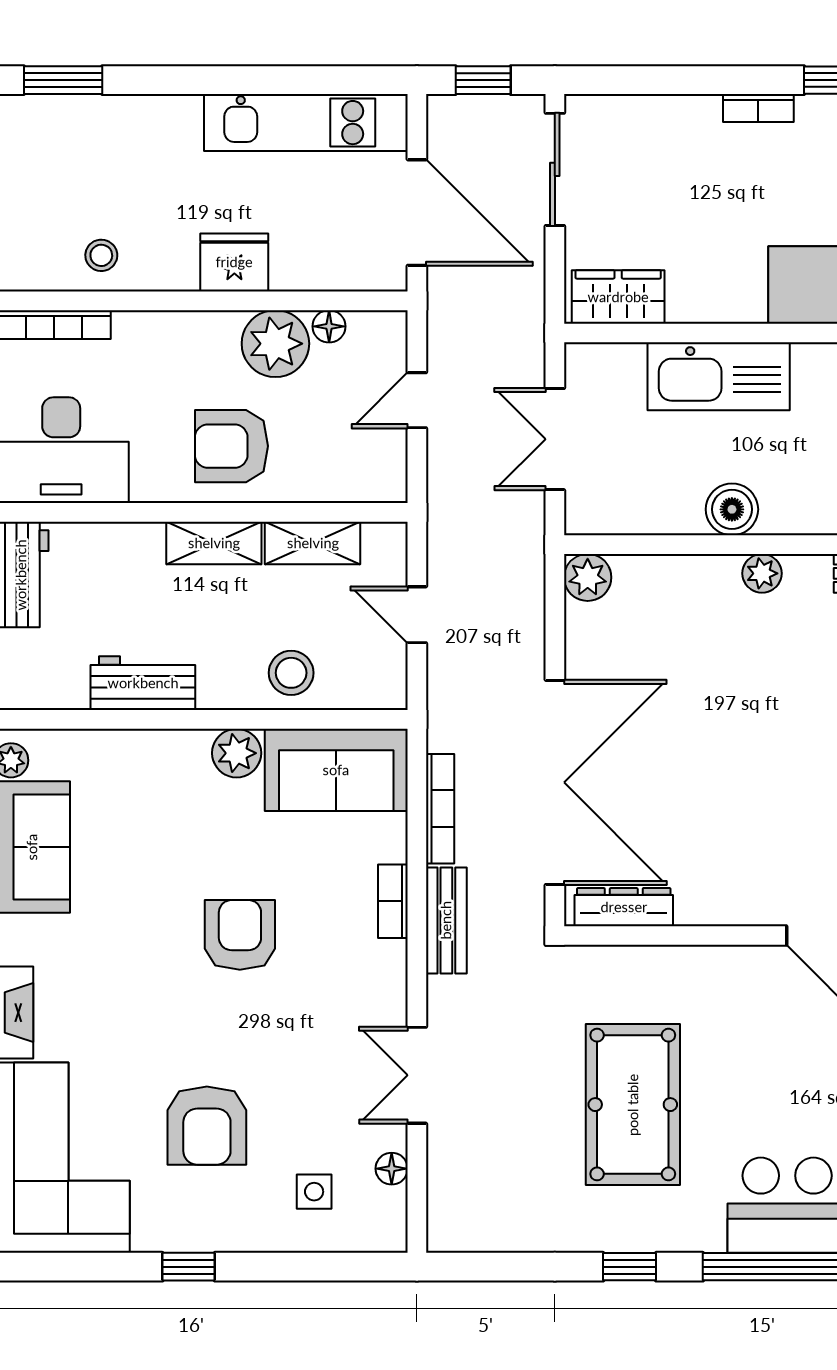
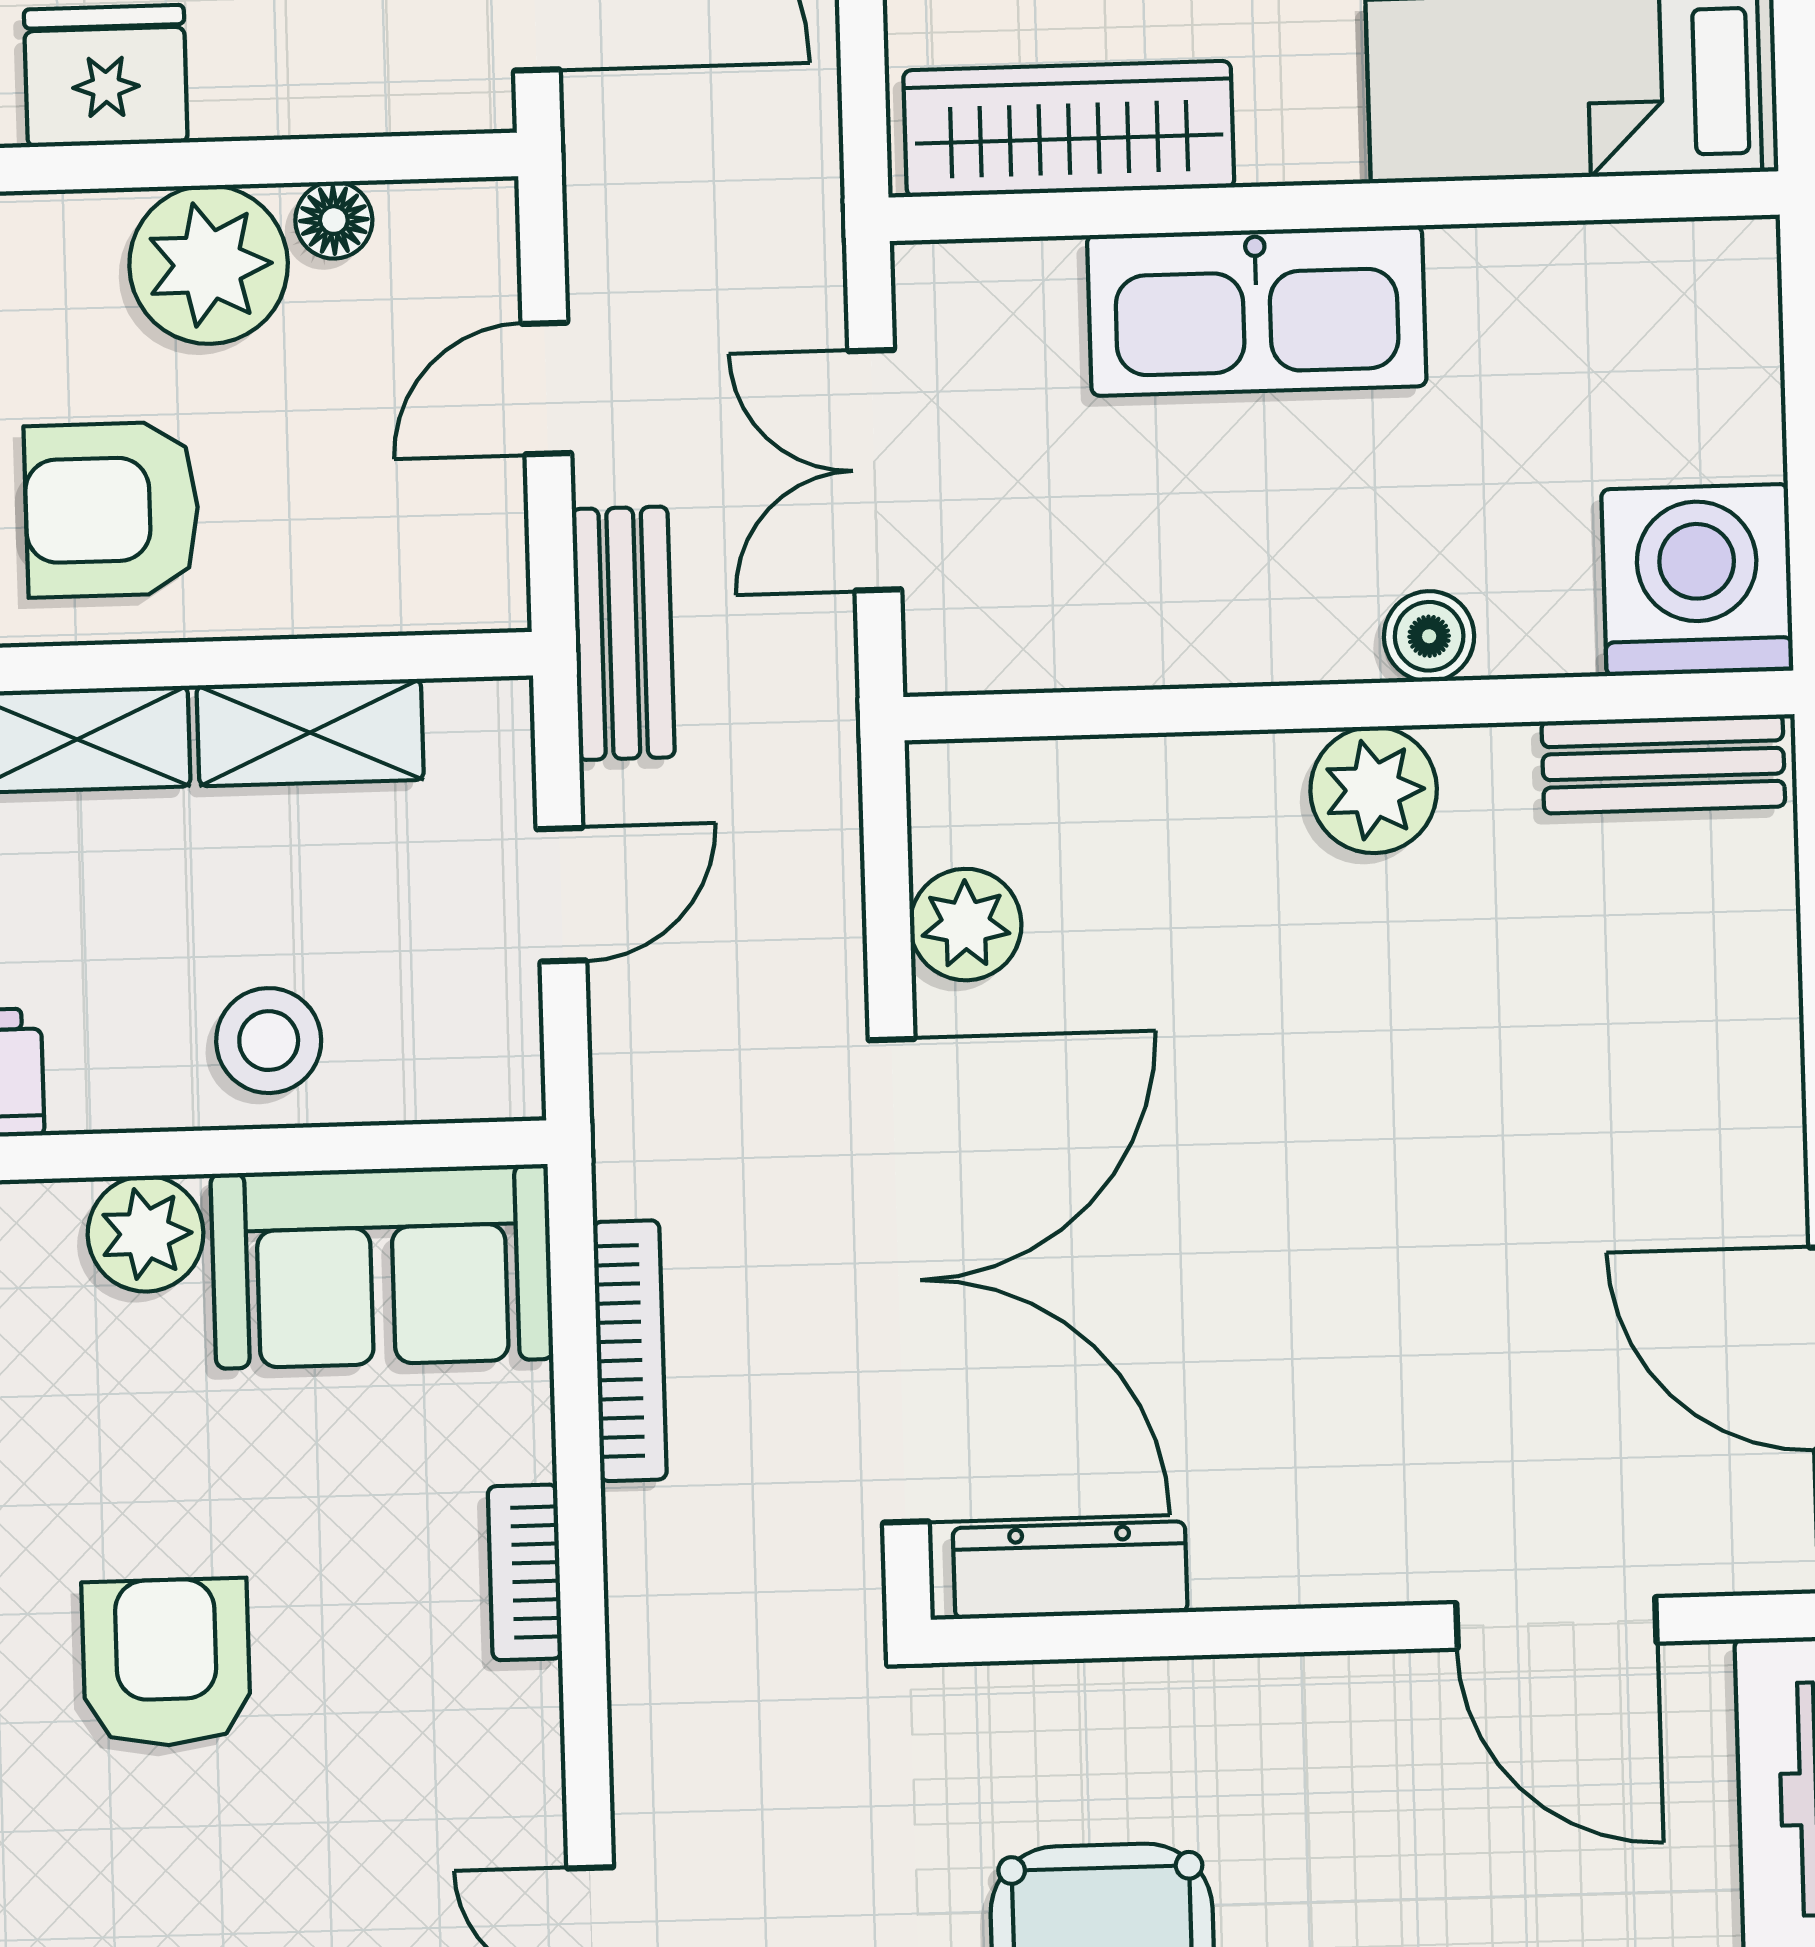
wardrobe: (618, 297) -> (1069, 129), width x1.50
boiler: (732, 509) -> (1429, 636), moved, width x0.73, depth x0.73
plant: (762, 573) -> (1374, 790), width x1.38, depth x1.38
plant: (588, 577) -> (966, 925), moved
door: (417, 615) -> (561, 895), swing flipped
bench: (446, 920) -> (623, 633), moved

